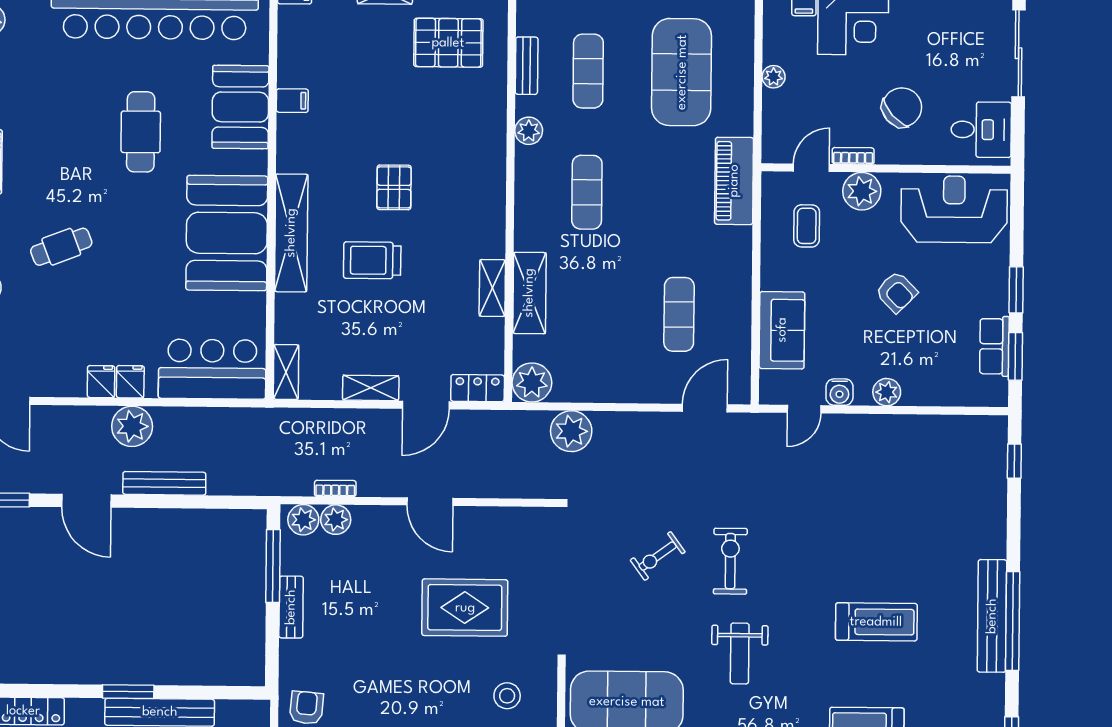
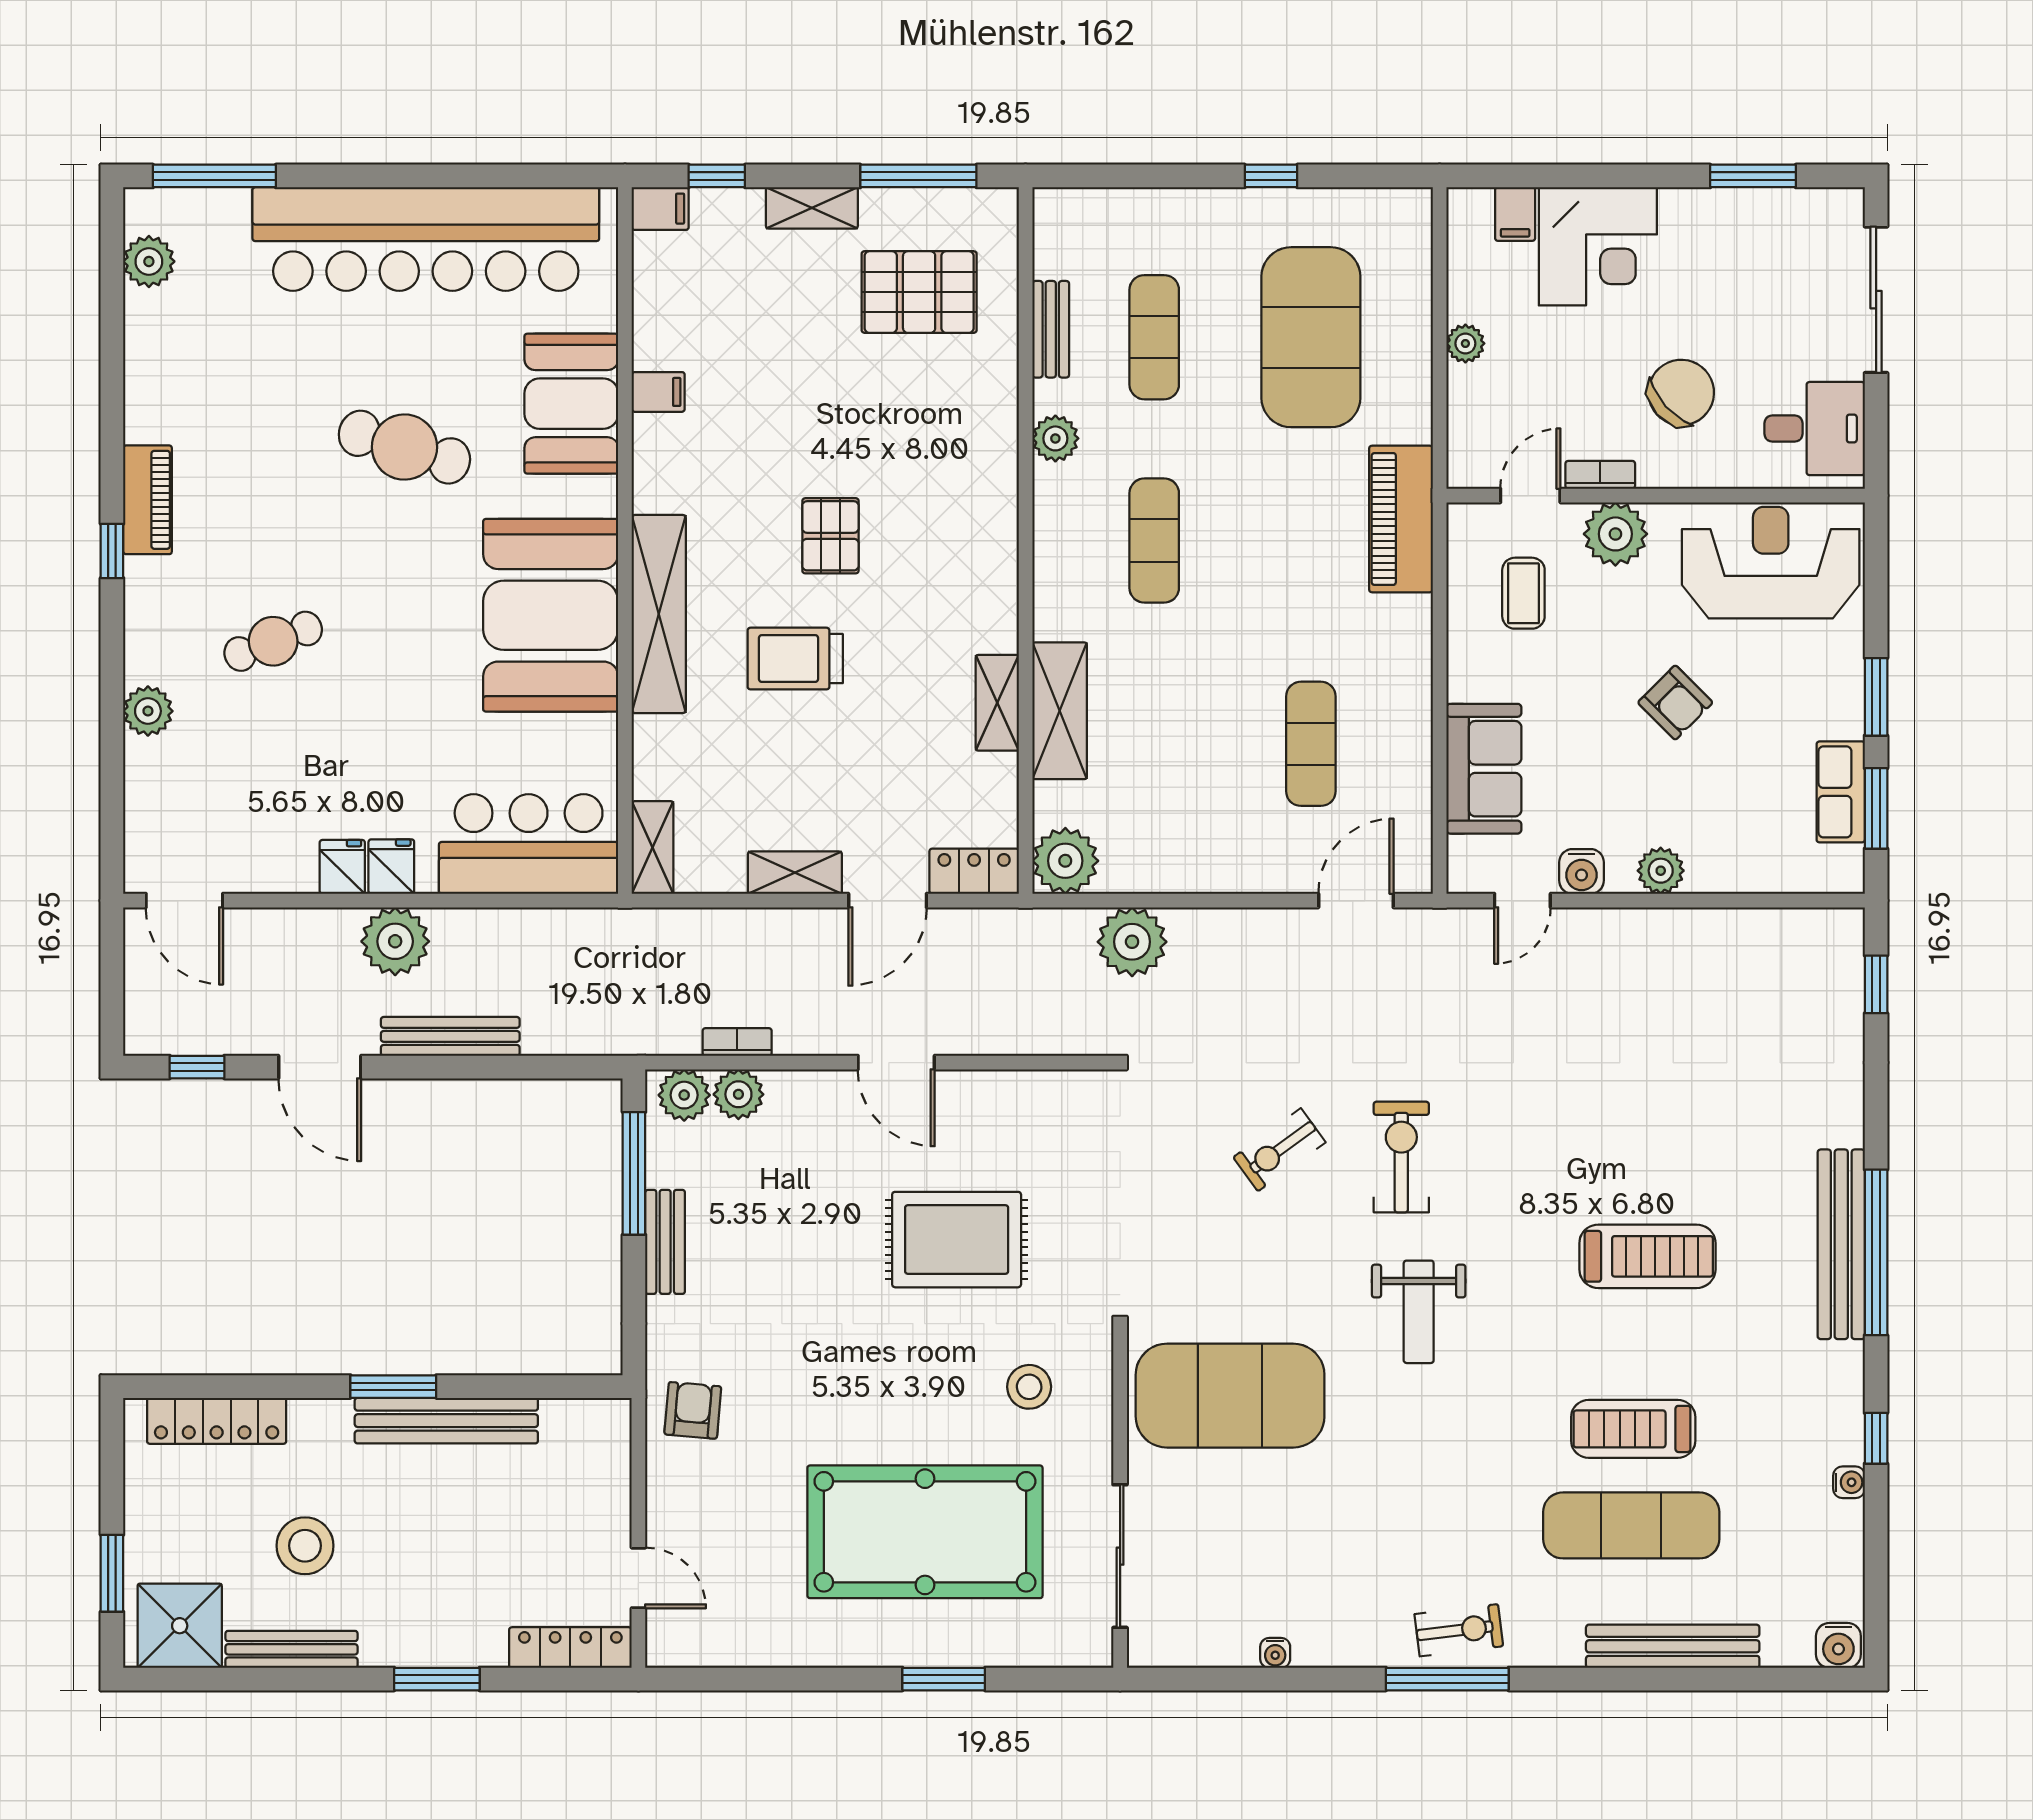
cafe table: (141, 132) -> (404, 447), turned -73

